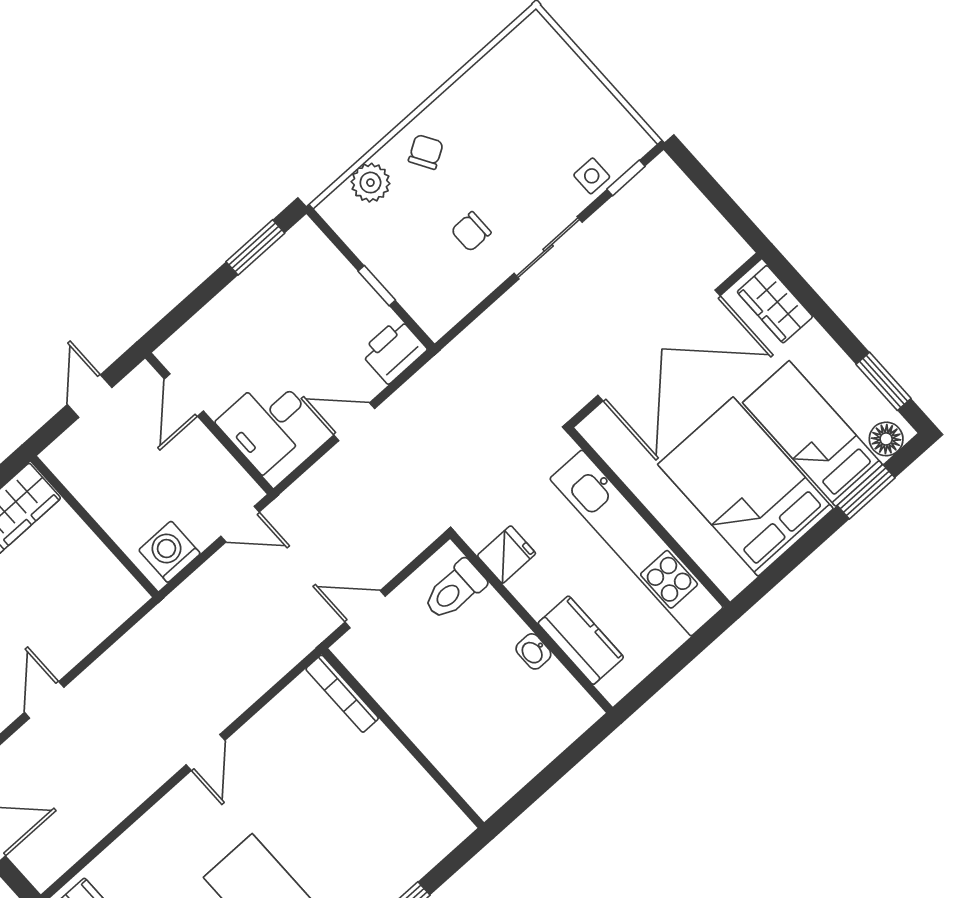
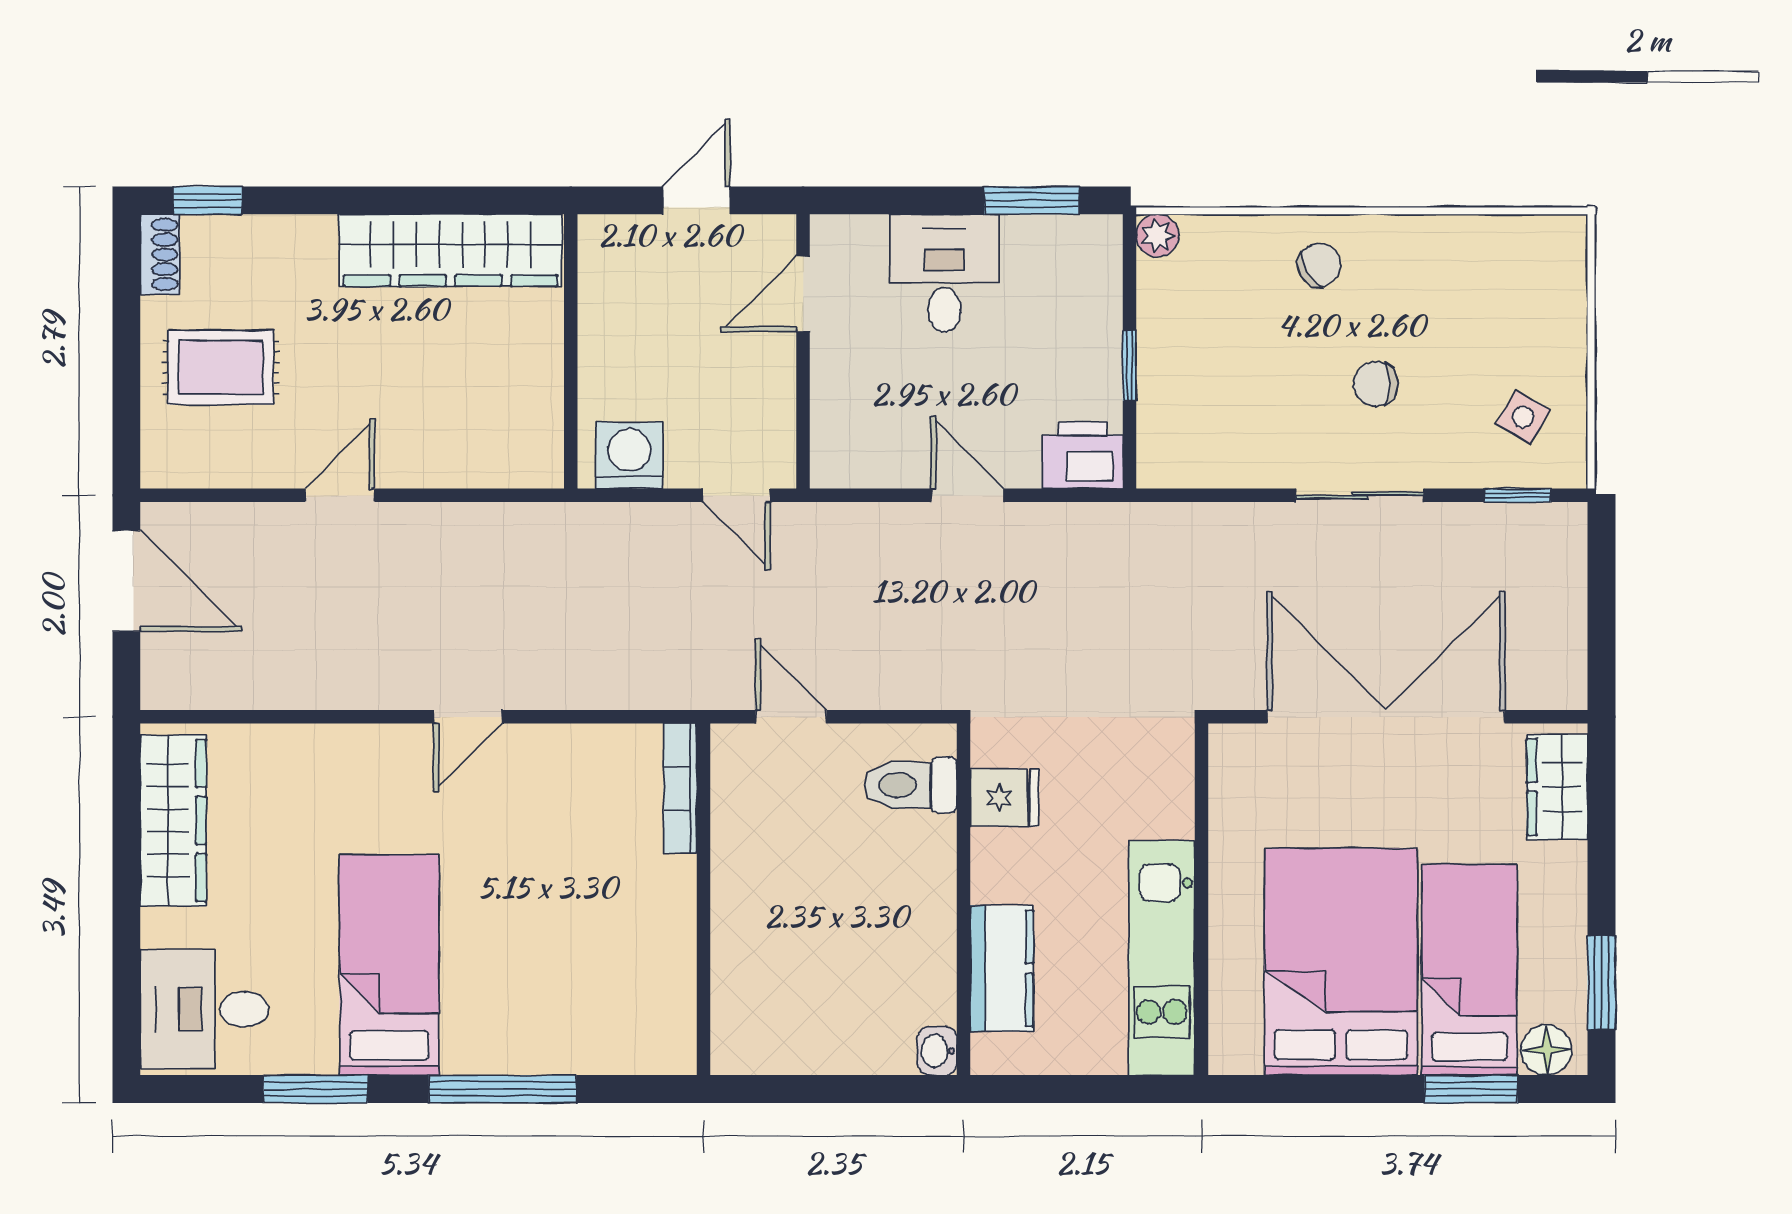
side table: (592, 176) -> (1523, 417), moved, turned 30
plant: (370, 183) -> (1158, 236), moved, width x0.73, depth x0.73
chair: (471, 232) -> (1376, 384), moved
double door: (659, 346) -> (1386, 717), swing flipped
desk: (267, 423) -> (944, 273), moved, turned 90
kitchen unit: (636, 543) -> (1162, 958), width x0.73
washbasin: (533, 651) -> (937, 1051), moved

